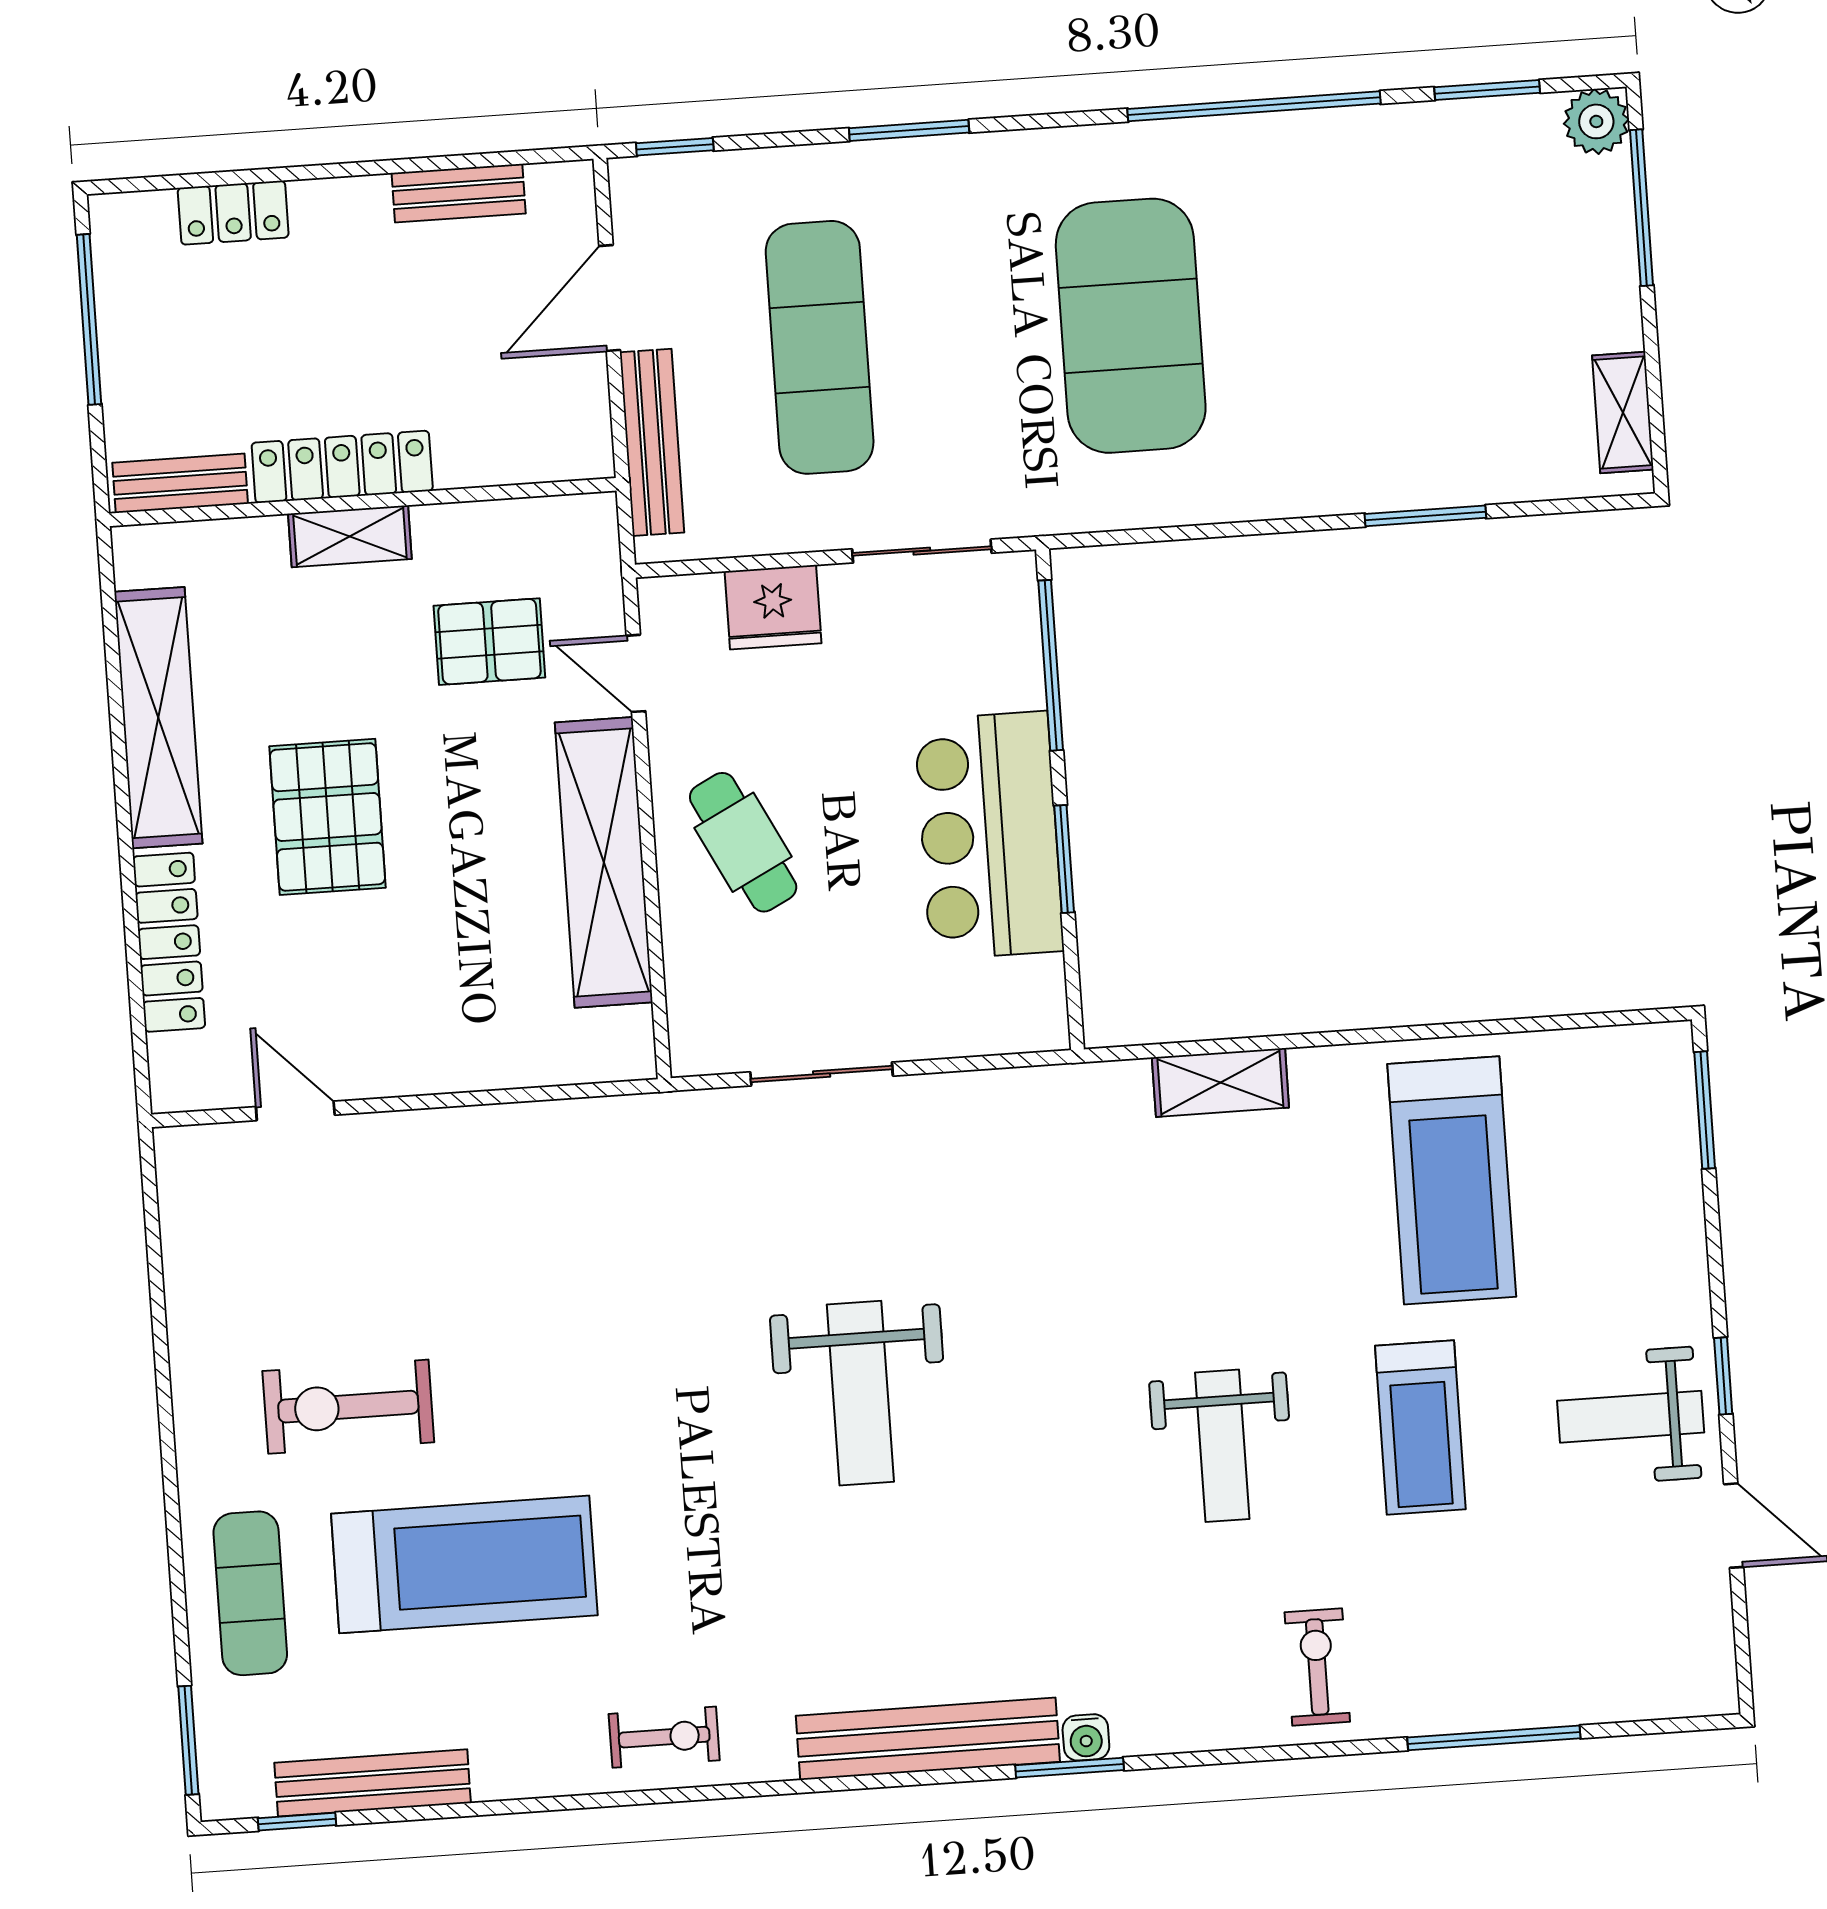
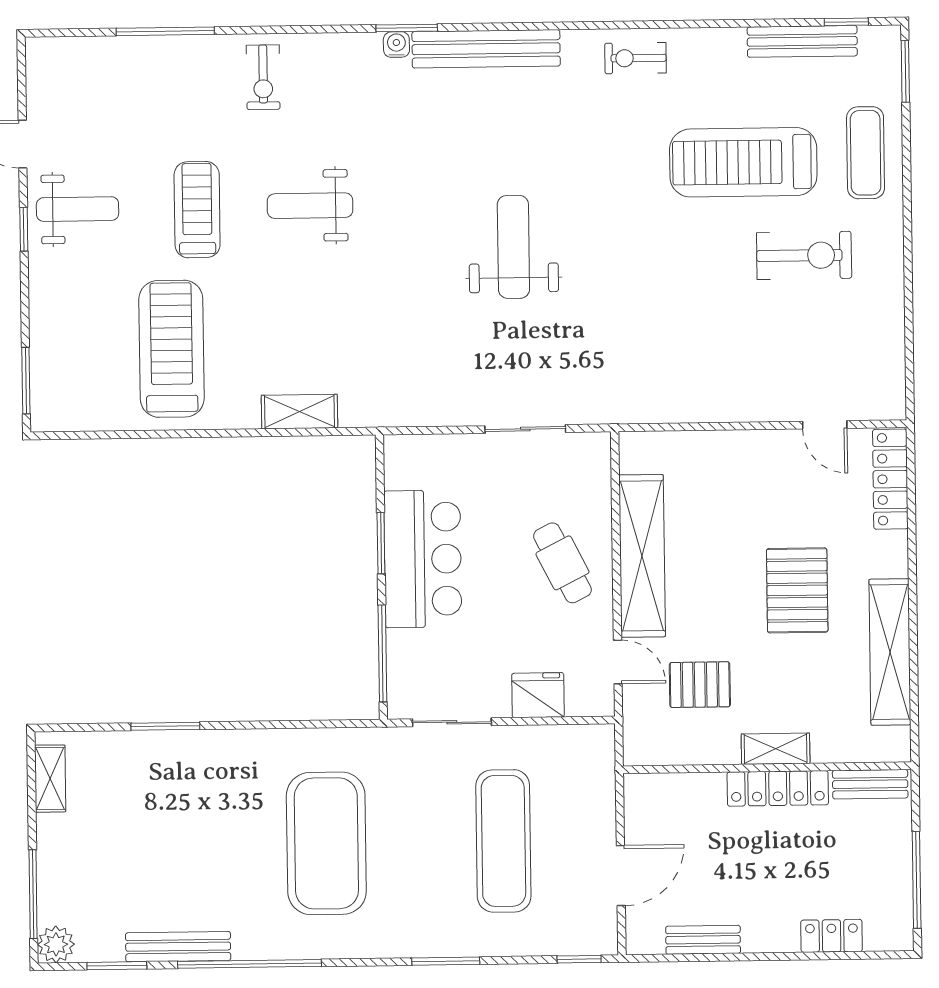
bench: (652, 442) -> (178, 947), moved, turned 90
locker: (169, 942) -> (890, 479), moved
weight bench: (1222, 1446) -> (310, 206), turned -90

